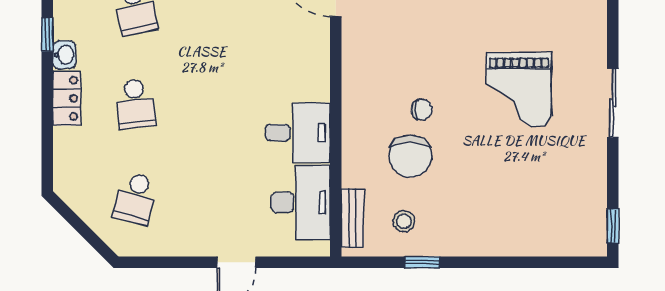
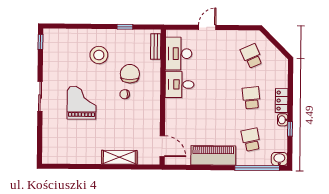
school desk: (135, 198) -> (252, 56), turned -39
stool: (404, 221) -> (99, 55), moved, width x1.89, depth x1.89

